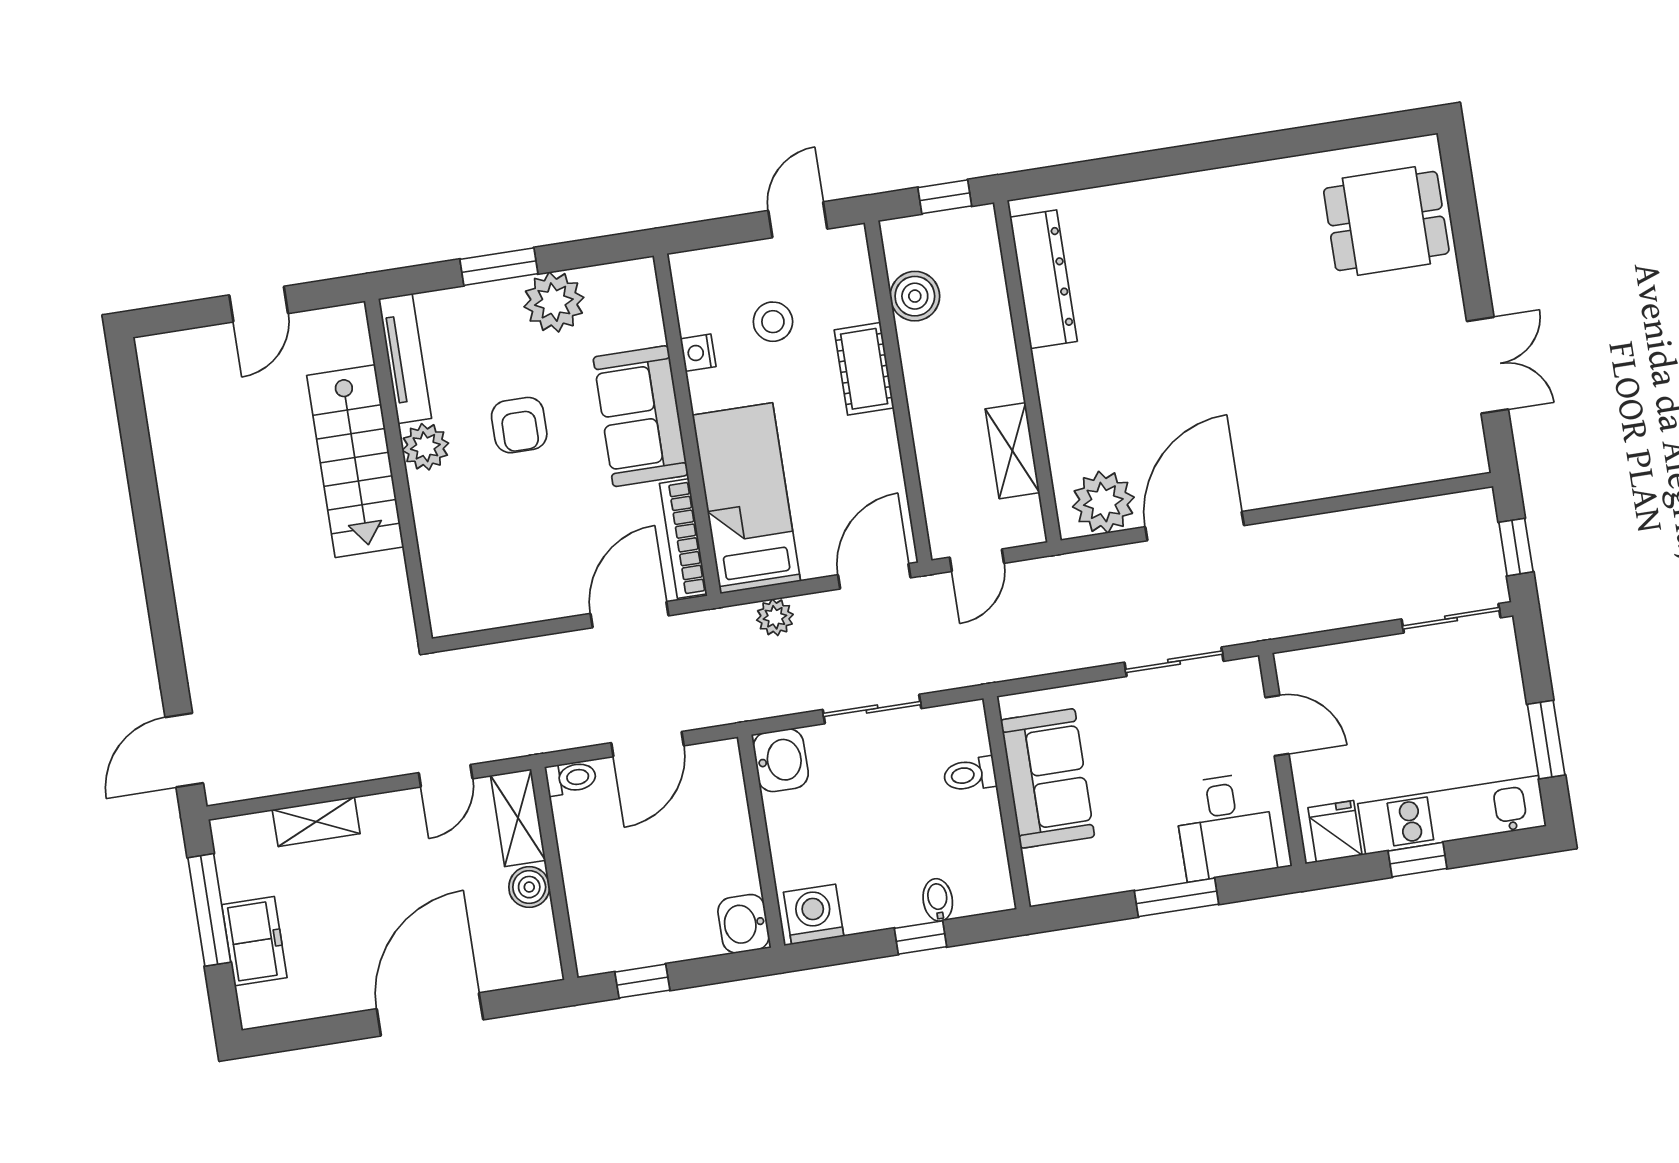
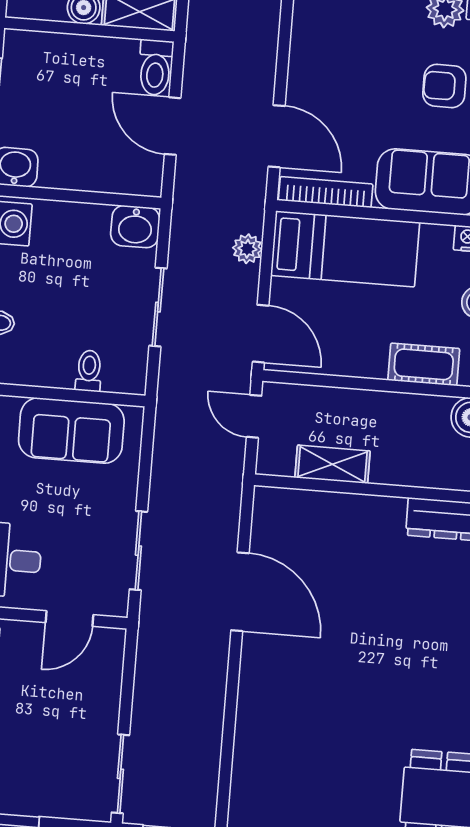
plant: (1103, 502) -> (276, 525), removed
toilet: (571, 778) -> (155, 67), width x1.37, depth x1.39

